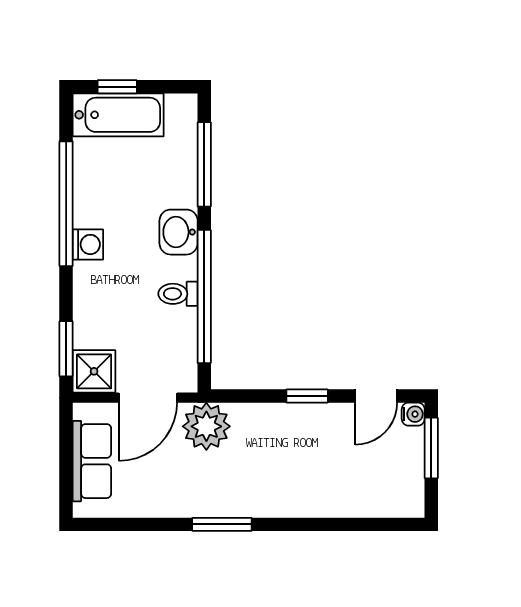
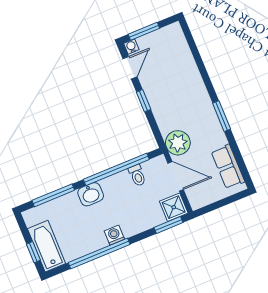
toilet: (178, 294) -> (137, 175), moved
door: (376, 396) -> (130, 68), hinge flipped
row of seats: (92, 461) -> (228, 167), moved, turned -90

